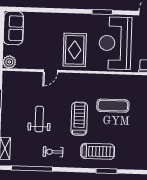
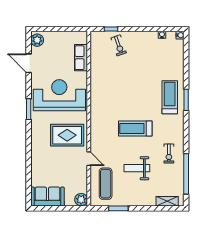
reception desk: (115, 43) -> (59, 95), turned 180
exercise mat: (113, 106) -> (106, 184), moved
treadmill: (98, 151) -> (170, 97), moved

